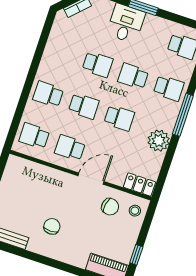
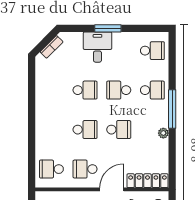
school desk: (48, 94) -> (51, 130), removed
plant: (159, 141) -> (163, 133), width x0.53, depth x0.53
locker: (139, 185) -> (147, 181), width x1.53

